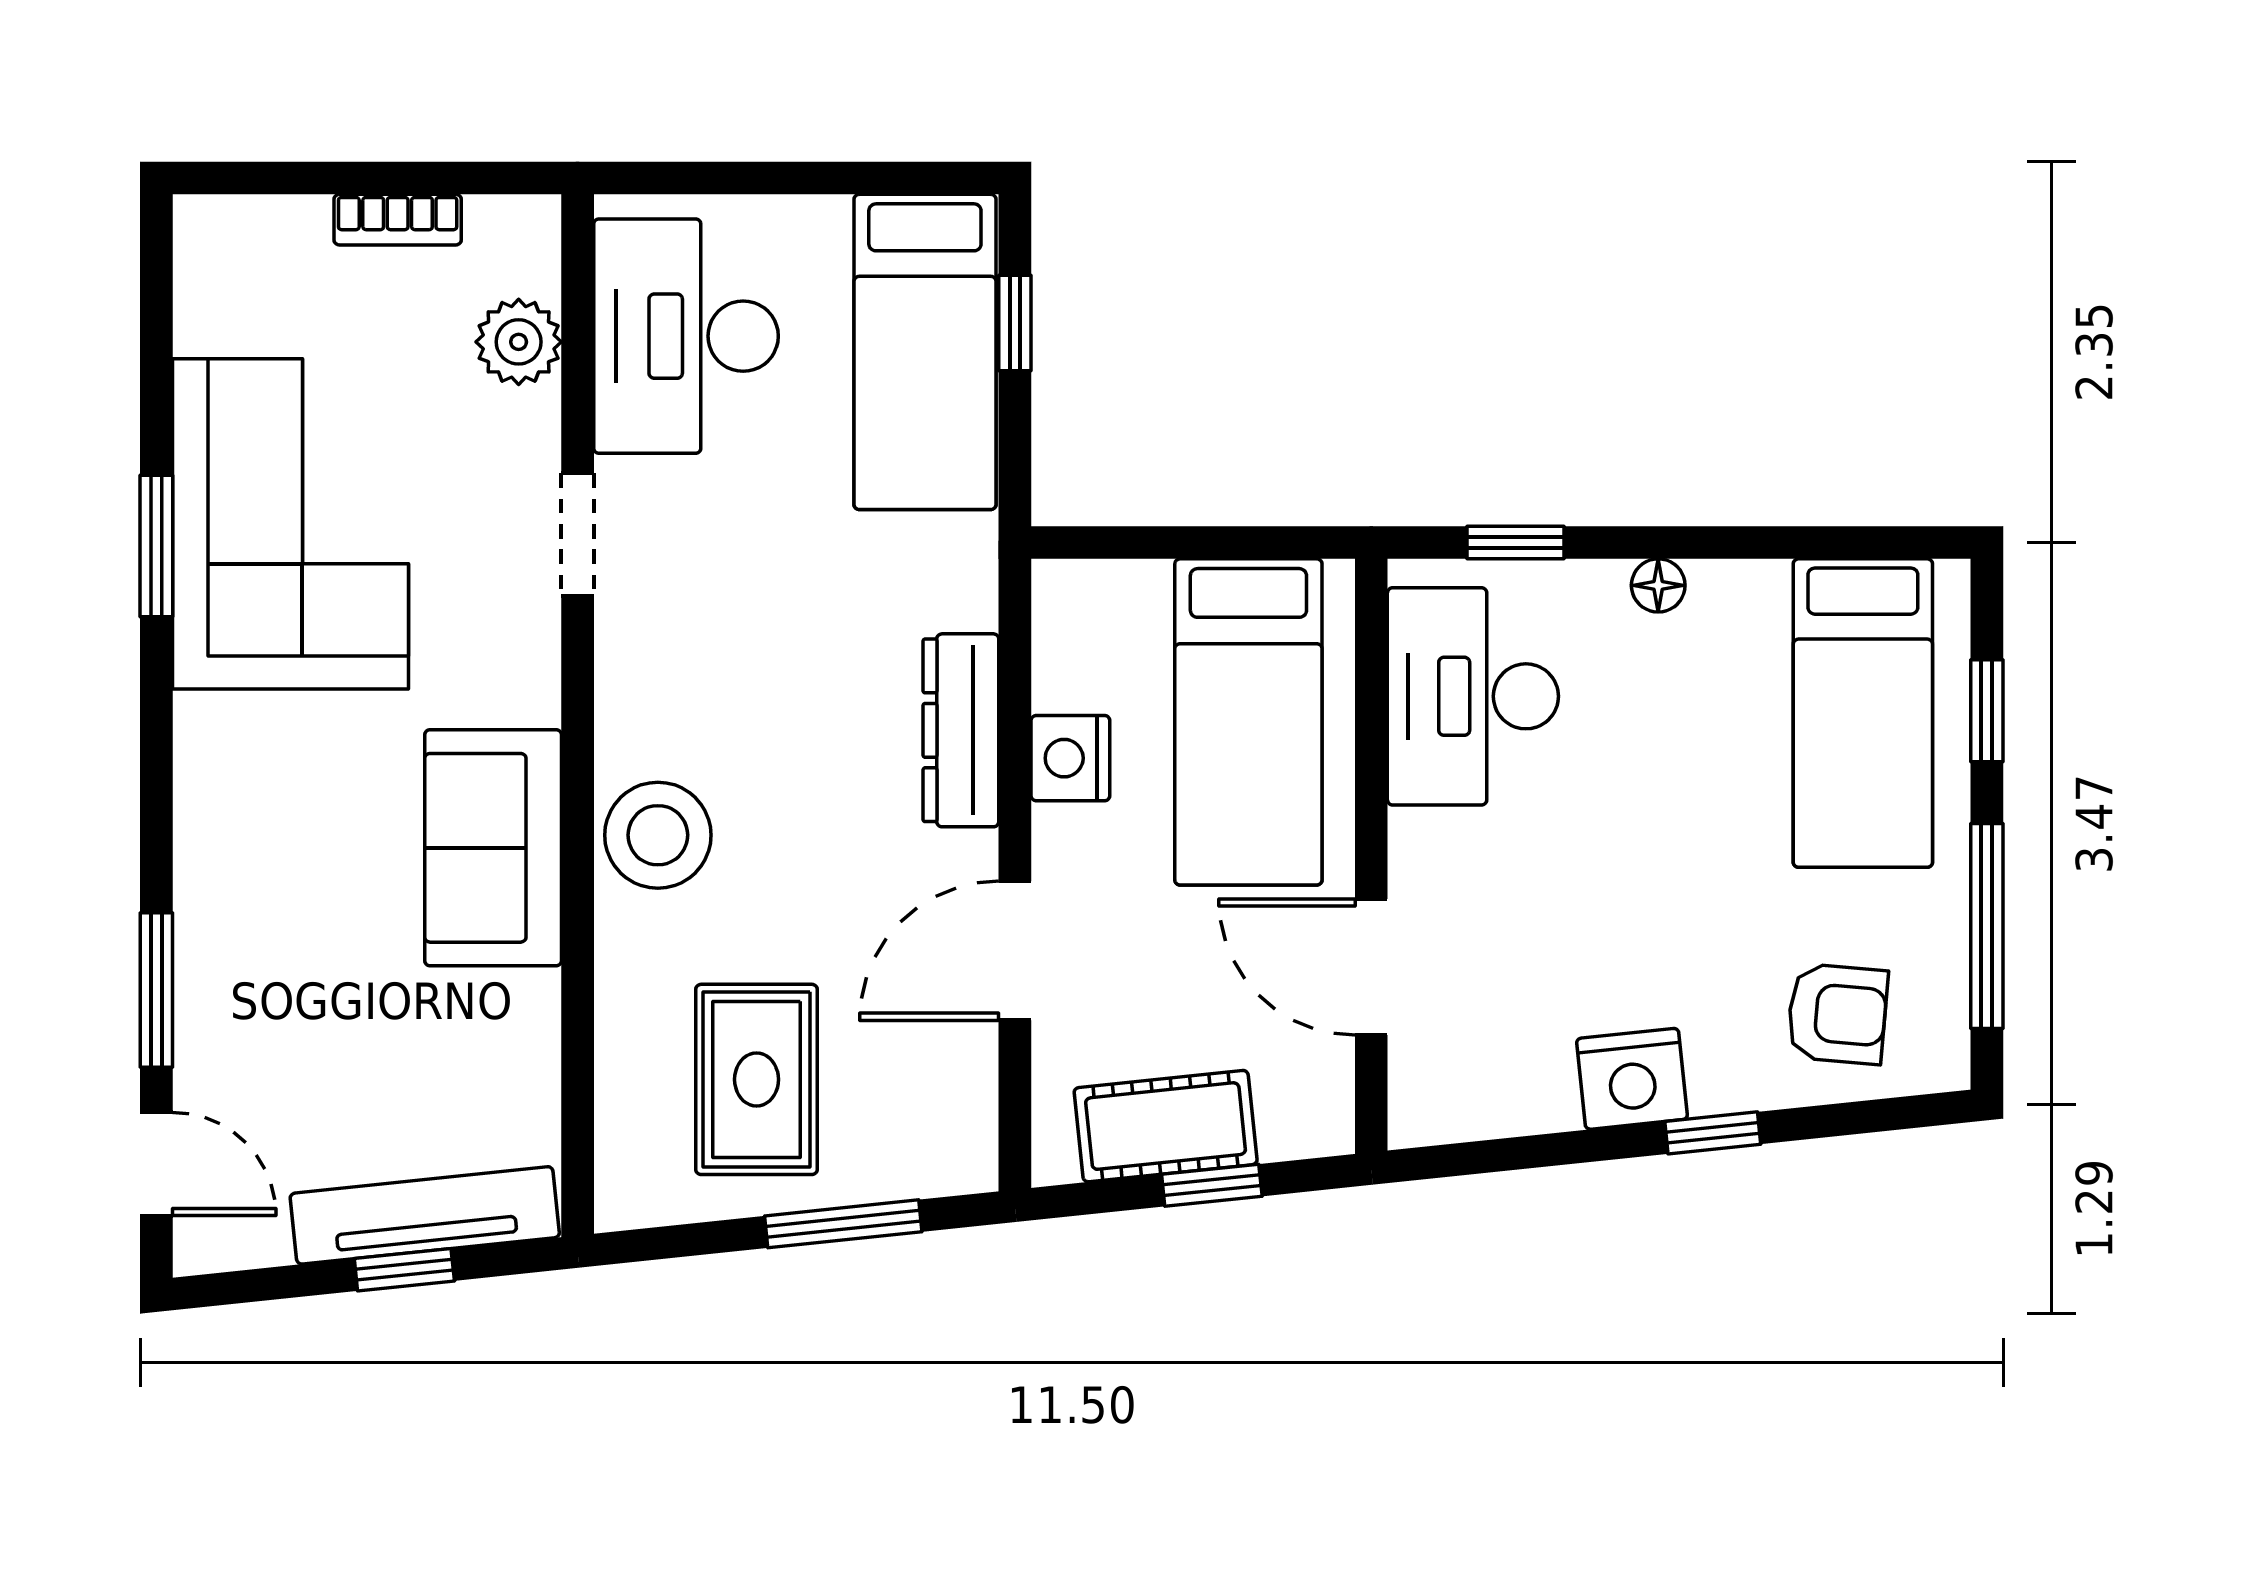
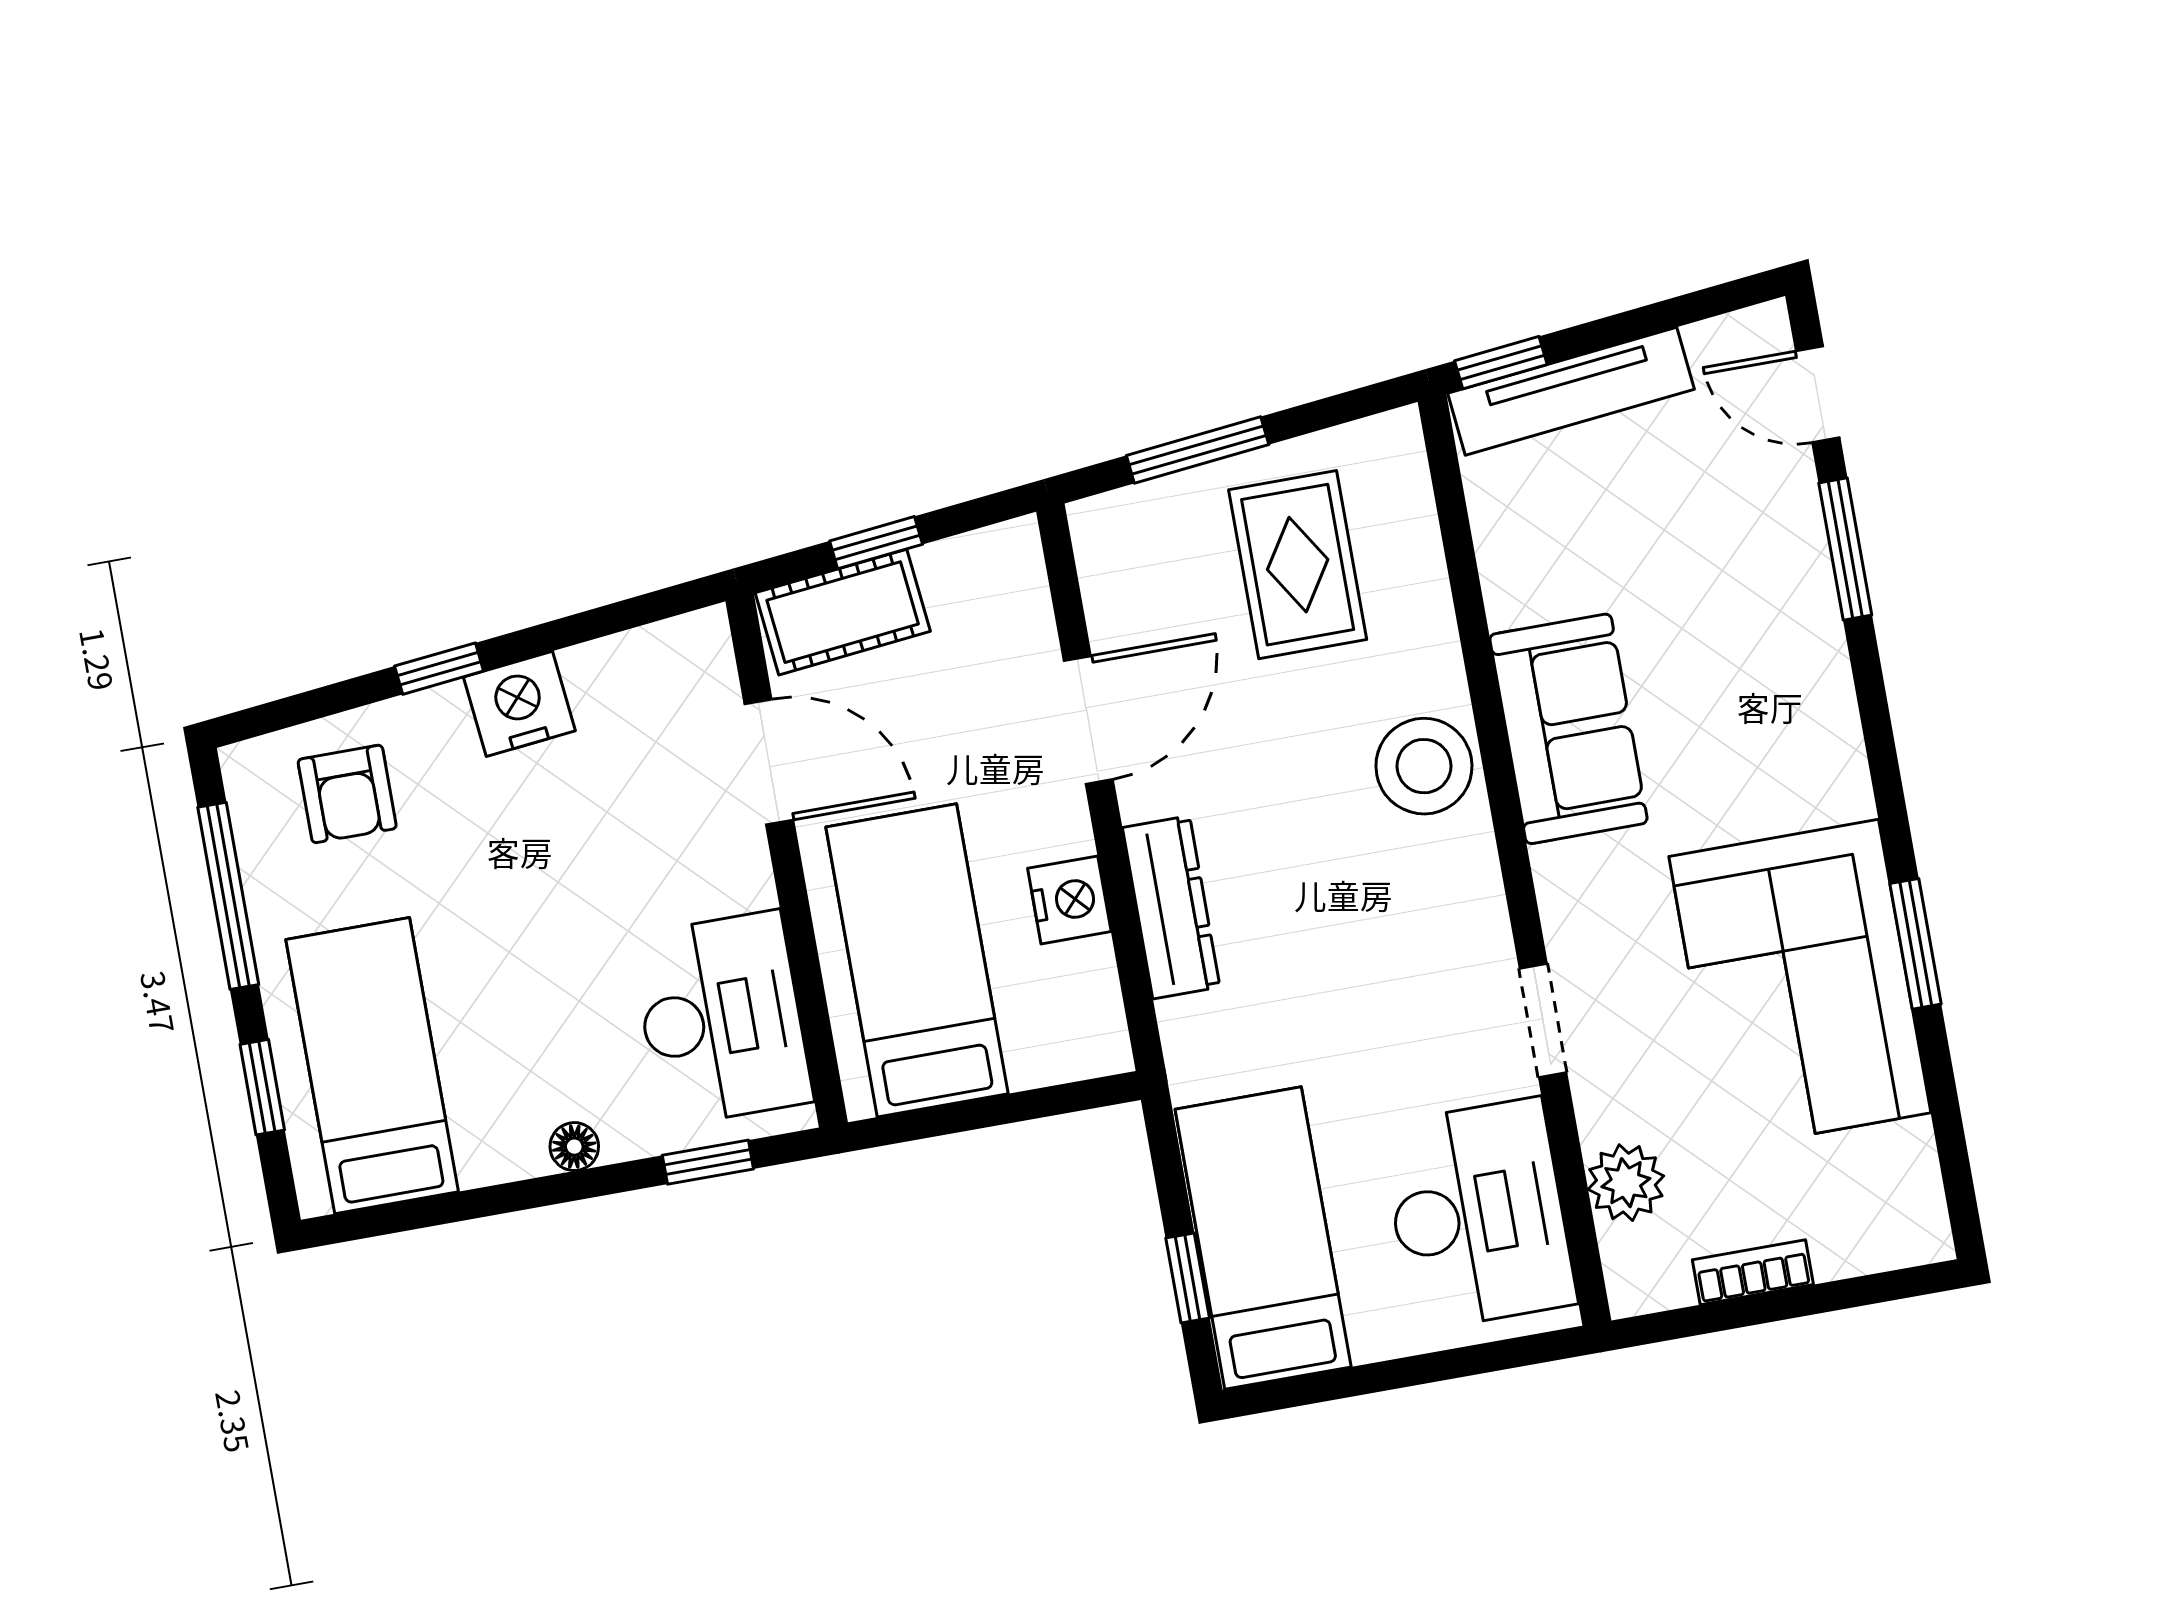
armchair: (1837, 1014) -> (347, 794), turned -95
cot: (1166, 1126) -> (843, 612), moved
window: (404, 1270) -> (1501, 363), moved

